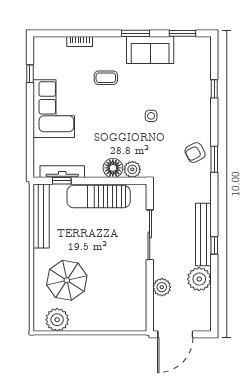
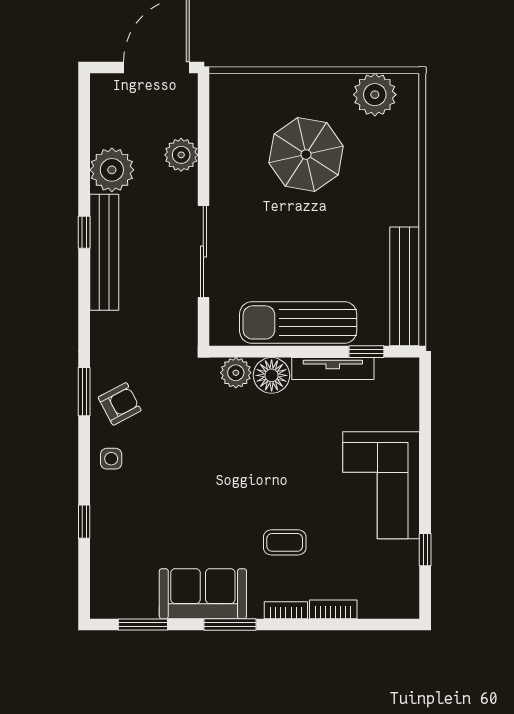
bookcase: (105, 41) -> (286, 610), added
side table: (151, 116) -> (111, 459), moved
tv unit: (62, 172) -> (333, 368), moved
sun lounger: (99, 197) -> (298, 322), turned 180
parasol: (67, 280) -> (306, 154), moved

